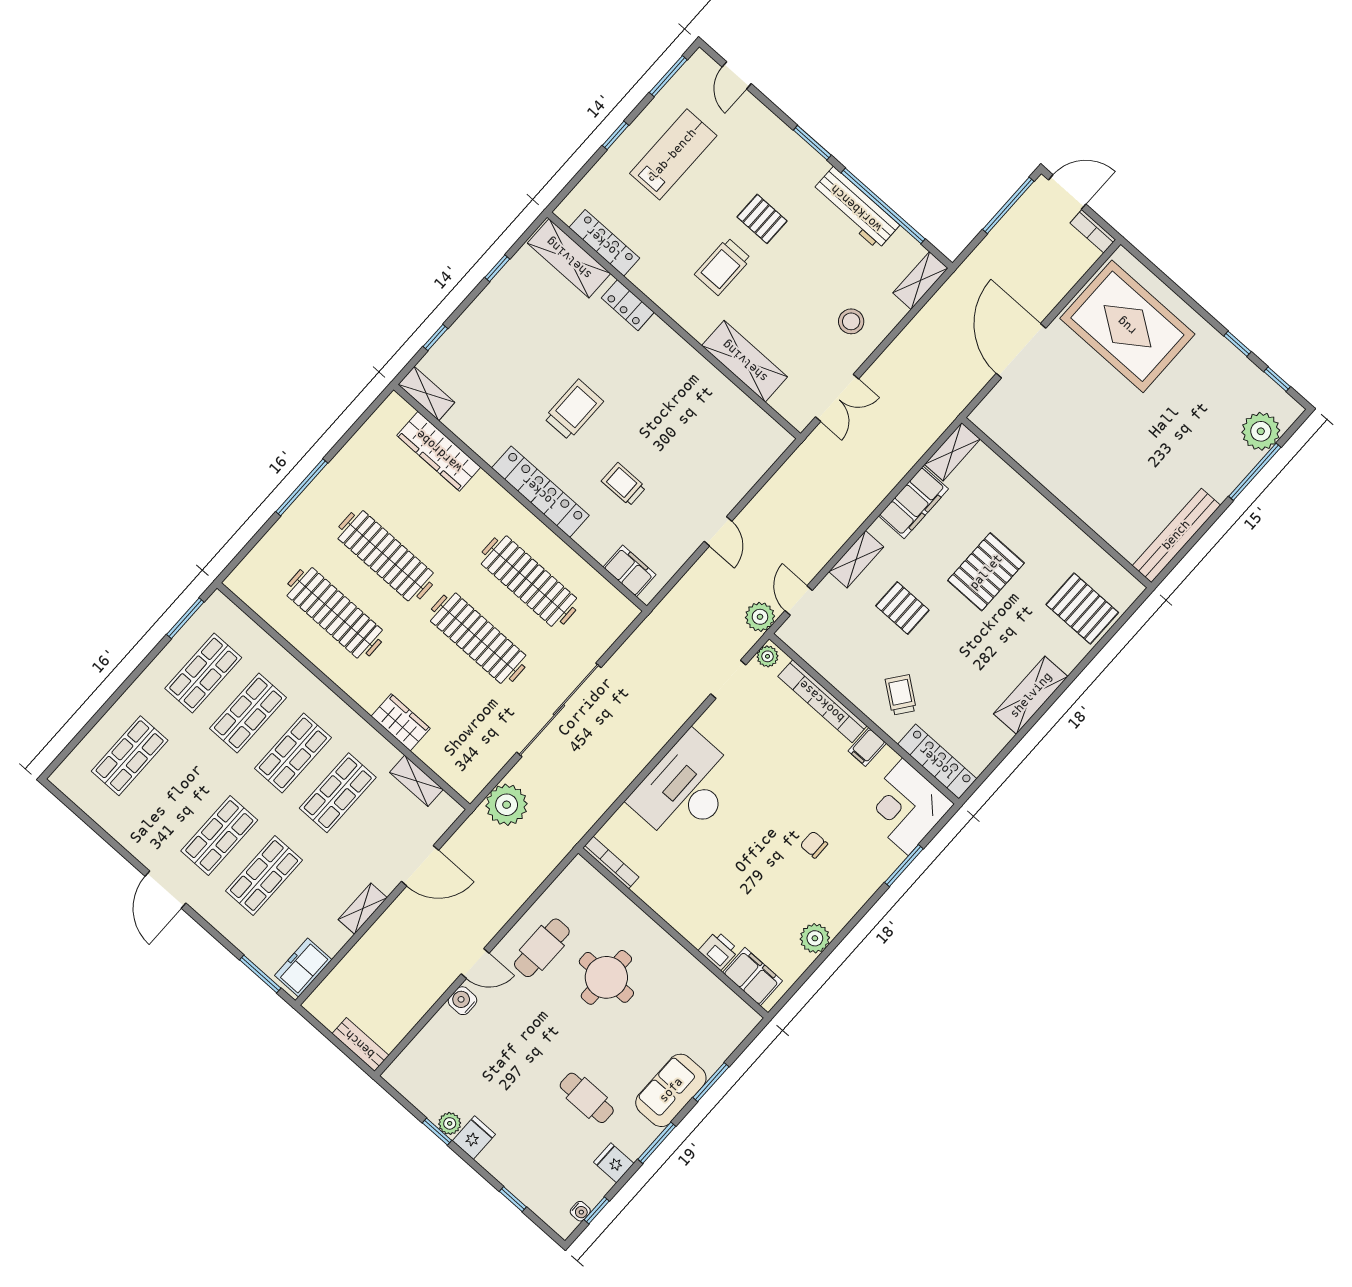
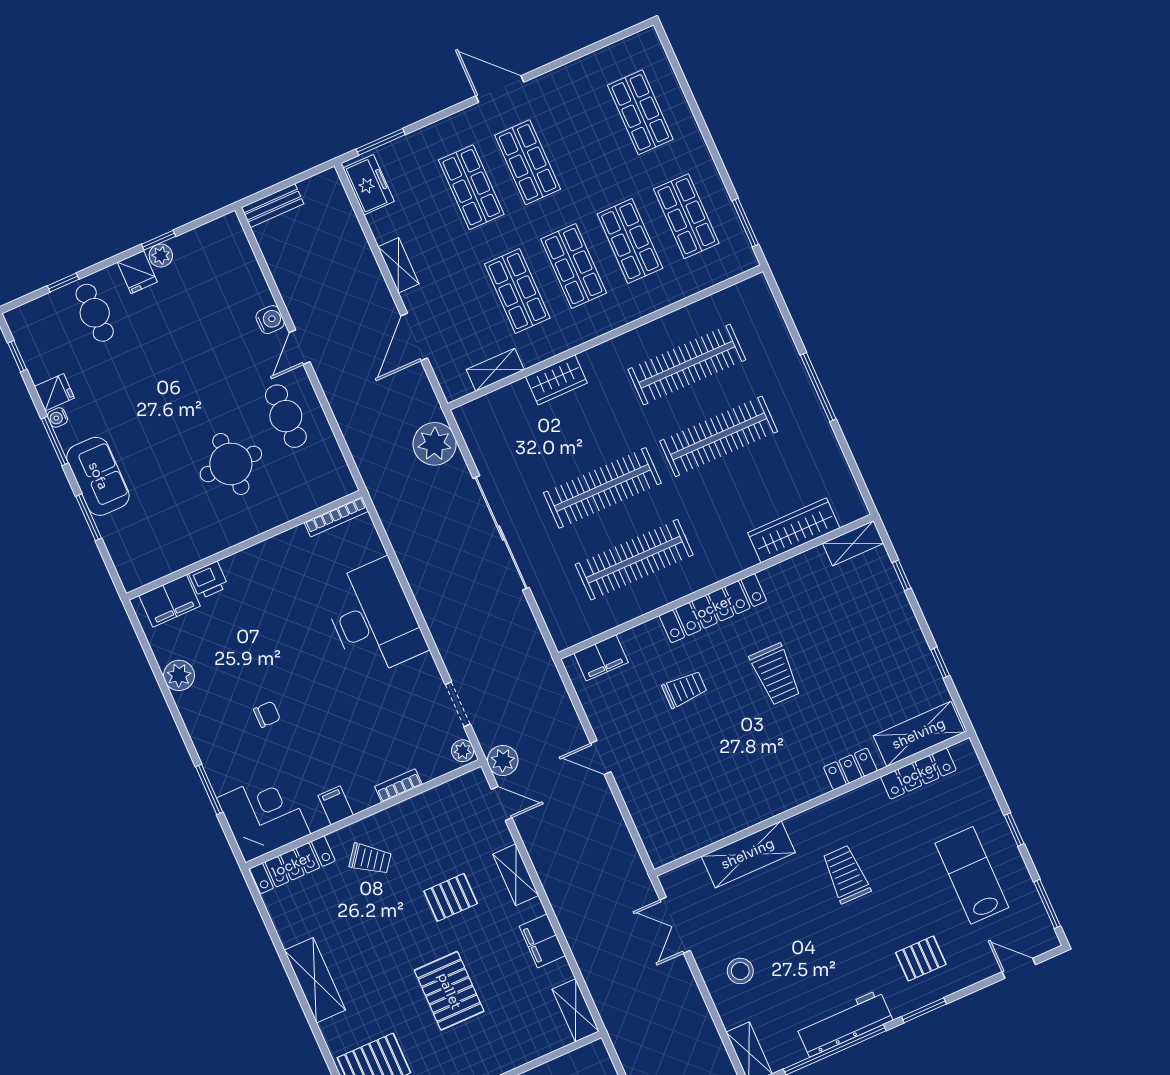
lab bench: (673, 154) -> (972, 875), turned 180
pallet: (762, 219) -> (921, 958), moved
filing cabinet: (913, 502) -> (542, 941), width x0.67, depth x0.86
bookcase: (822, 701) -> (399, 786), width x0.43, depth x0.76
cafe table: (587, 1098) -> (95, 313), moved, turned 90
water cooler: (580, 1211) -> (58, 417), moved

